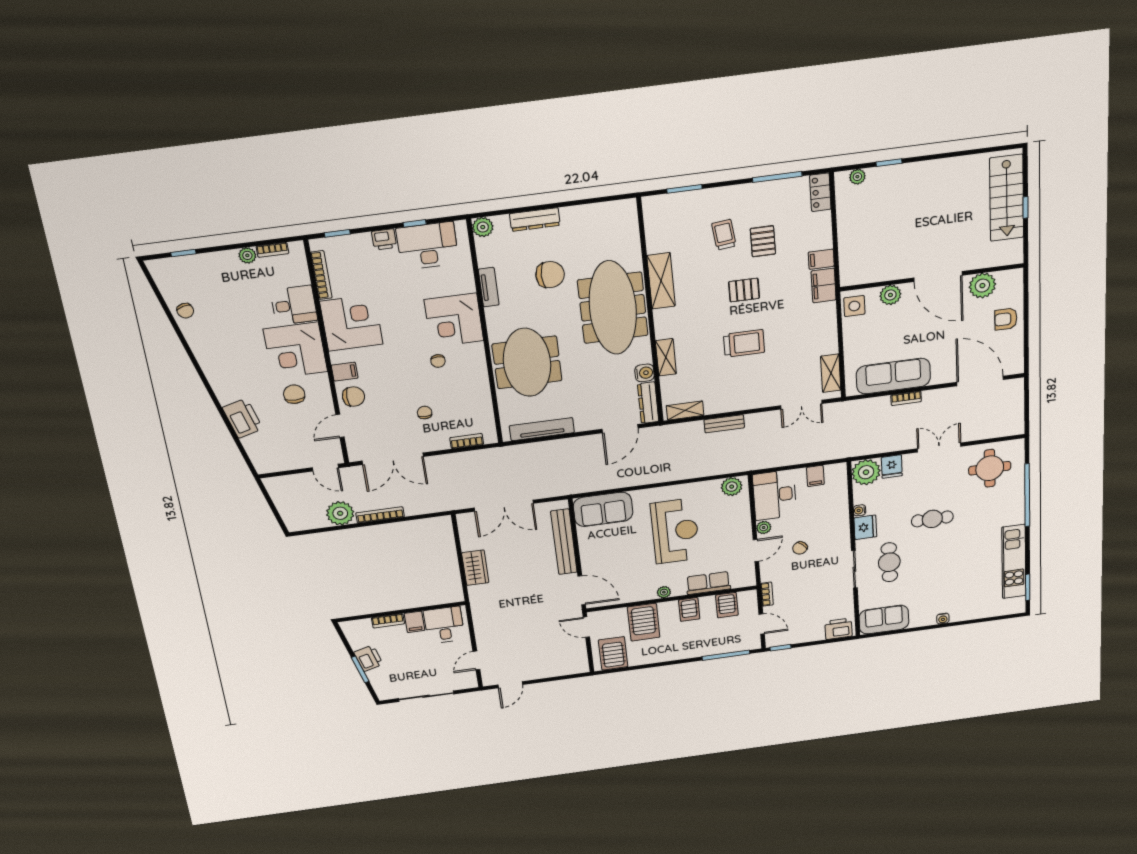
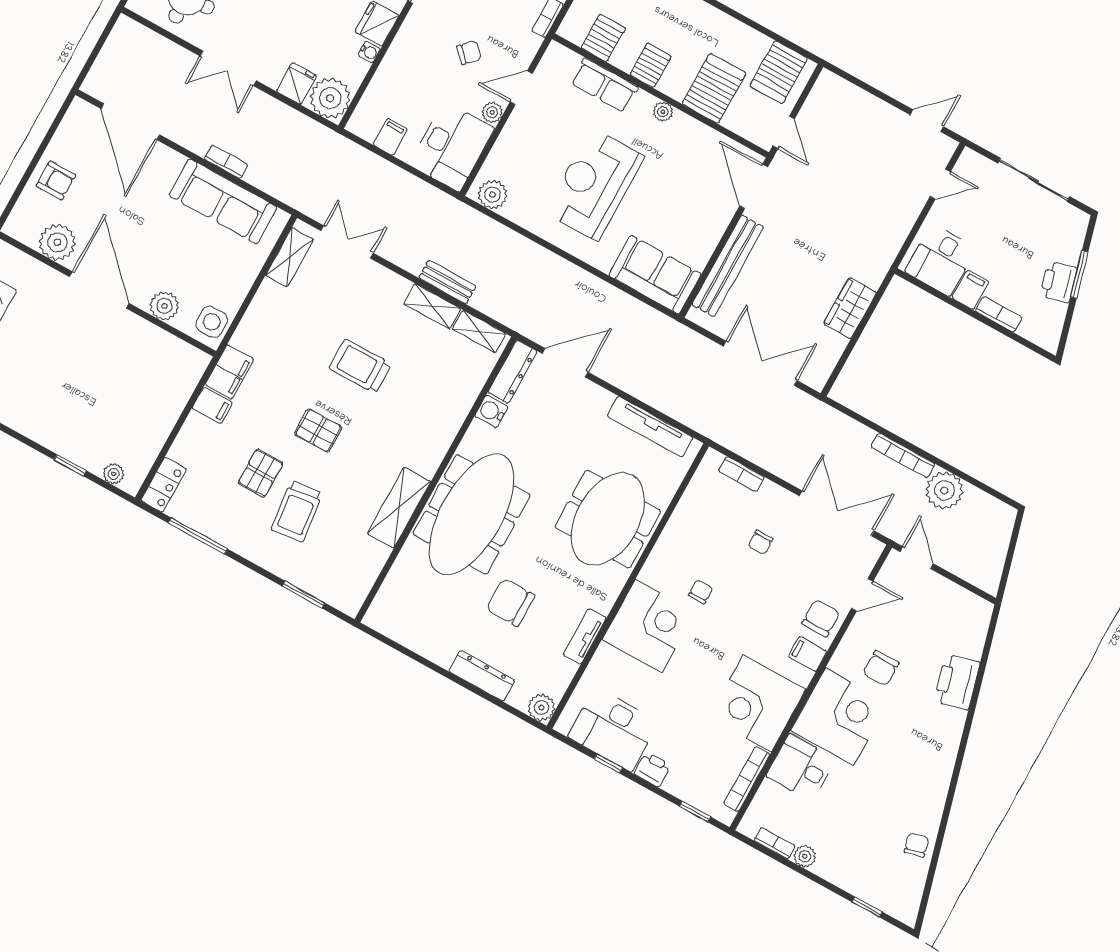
trolley: (724, 235) -> (297, 511), width x1.36, depth x1.39
shelving: (666, 357) -> (432, 306), moved, turned 90
chair: (354, 397) -> (821, 618), turned 90

